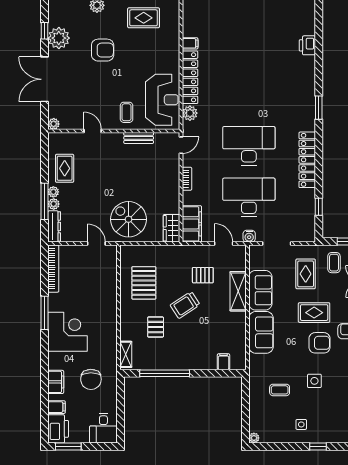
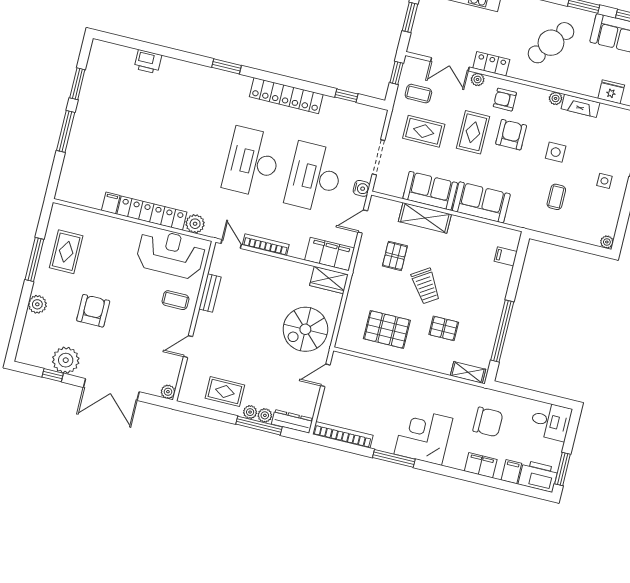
bookcase: (187, 179) -> (266, 245), width x1.56

